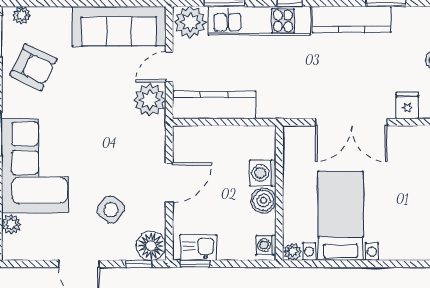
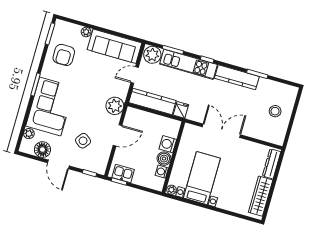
plant: (22, 15) -> (86, 32), moved
armchair: (33, 67) -> (64, 55), turned 64
plant: (150, 100) -> (115, 106), moved
fridge: (407, 105) -> (181, 110), moved
double door: (351, 122) -> (221, 131), swing flipped
washing machine: (266, 245) -> (162, 172), moved
floor lamp: (151, 246) -> (42, 150), moved

